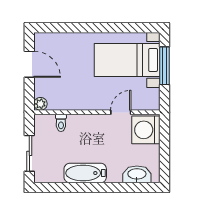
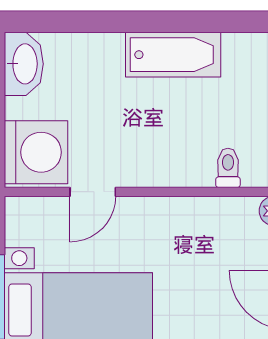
washbasin: (137, 174) -> (24, 64), moved, turned -90

